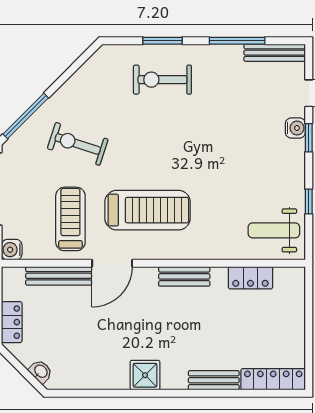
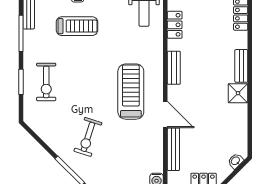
treadmill: (70, 219) -> (77, 26), moved, turned 180
bench: (214, 380) -> (241, 66), moved

